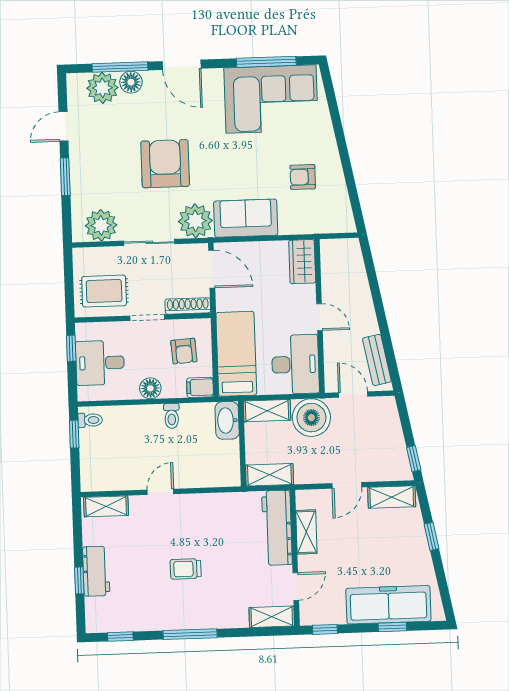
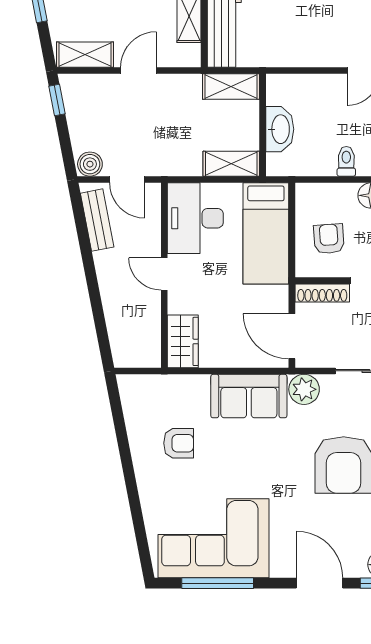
plant: (195, 221) -> (304, 389), width x0.73, depth x0.73
filing cabinet: (200, 387) -> (311, 195), removed
boiler: (311, 418) -> (90, 164), moved, width x0.54, depth x0.54
washbasin: (227, 420) -> (280, 129), moved

